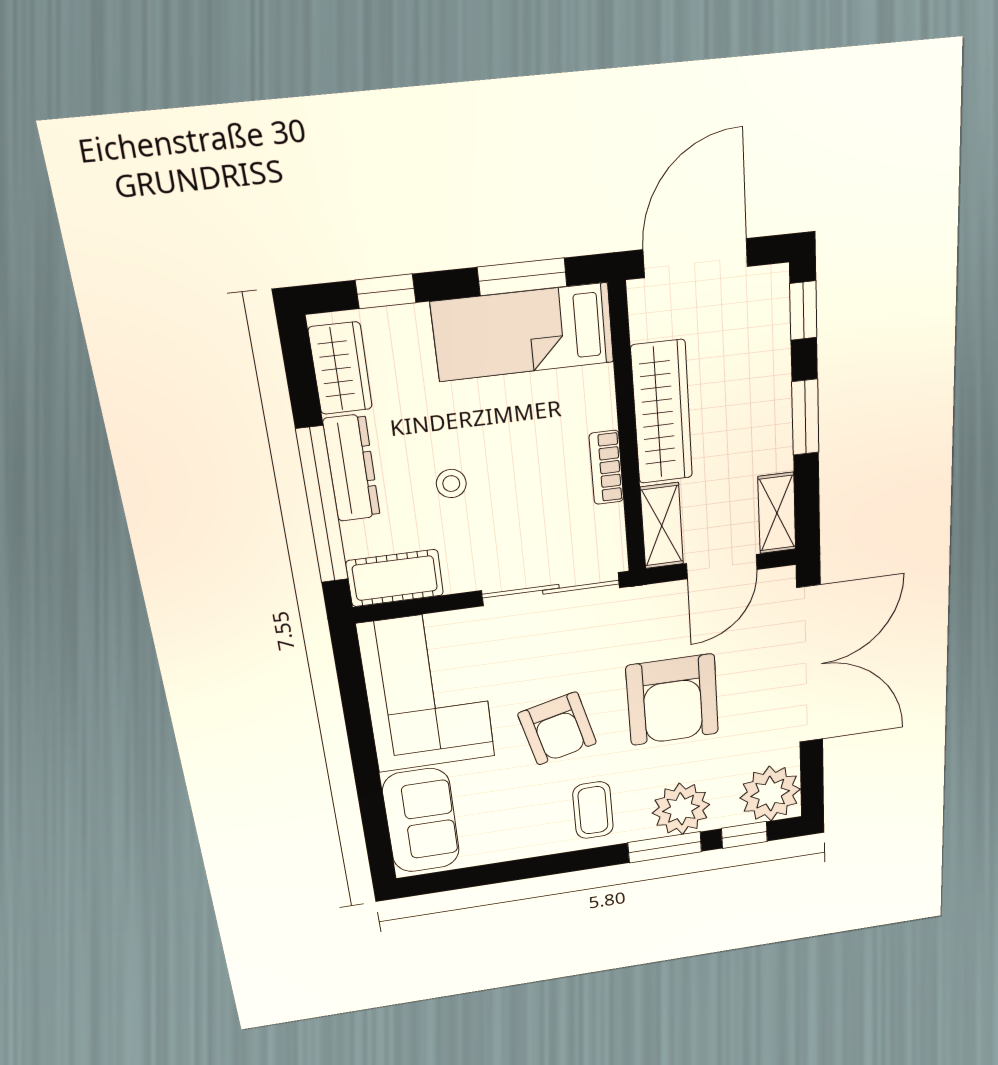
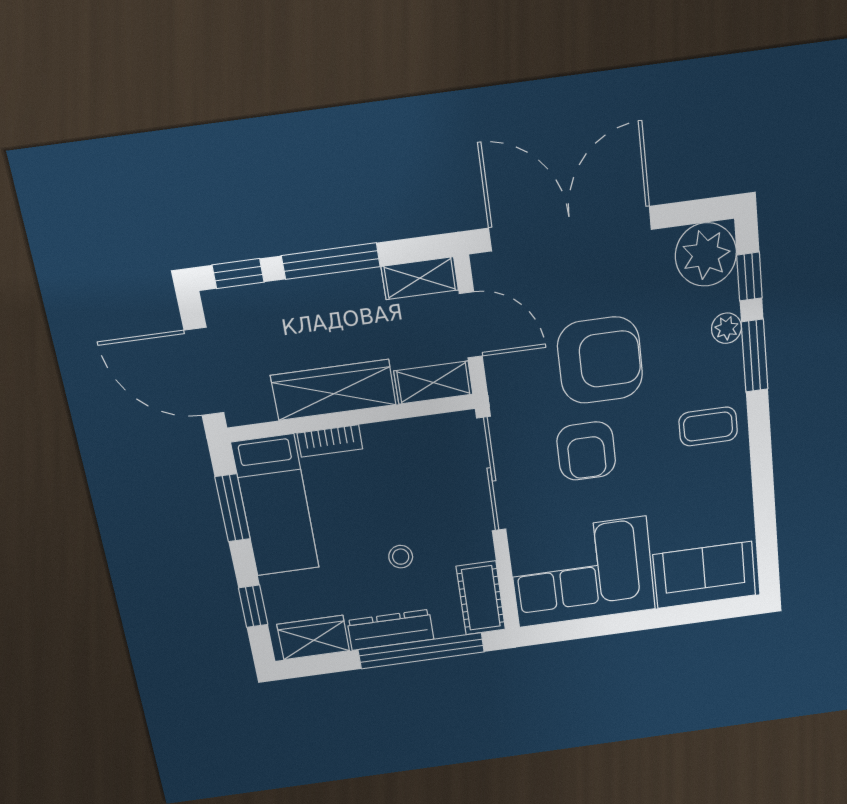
window: (805, 417) -> (331, 261), width x1.44
bookcase: (606, 468) -> (330, 441), moved
armchair: (557, 728) -> (586, 451), moved, turned 104
plant: (681, 809) -> (726, 328), width x0.53, depth x0.53

